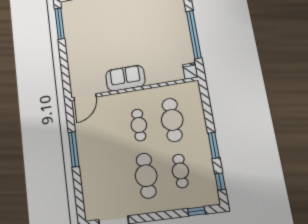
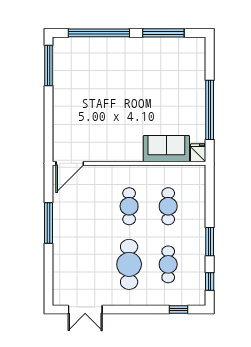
sofa: (125, 78) -> (166, 149), moved
cafe table: (172, 120) -> (168, 206), width x0.73, depth x0.74

